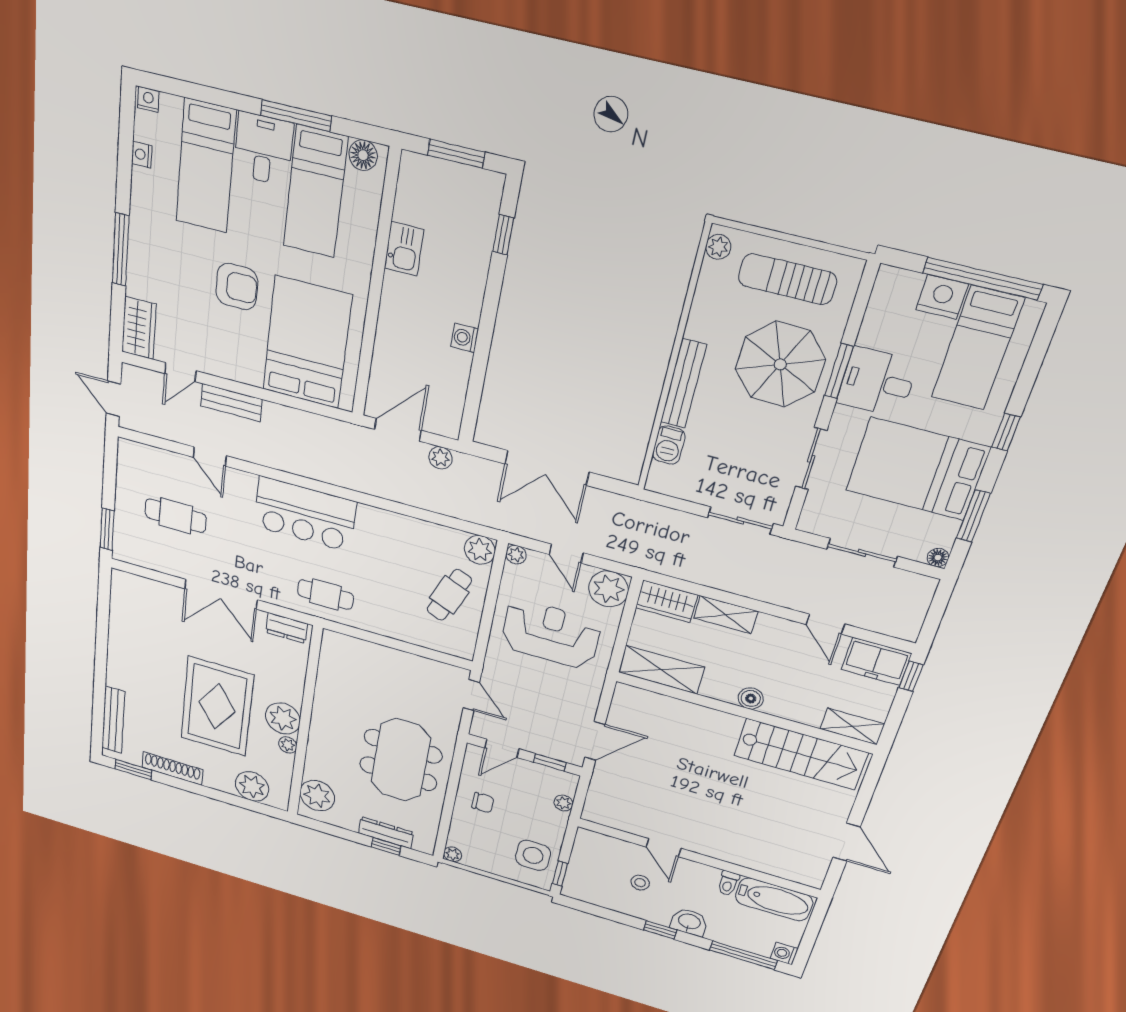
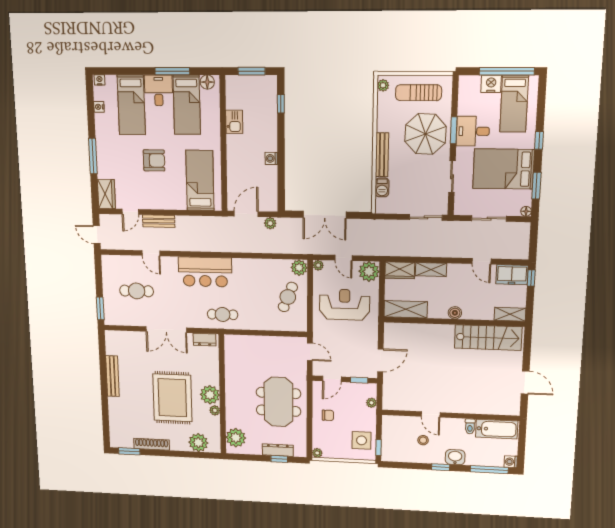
bed: (307, 343) -> (200, 180), width x0.67
bench: (113, 720) -> (113, 376), moved

